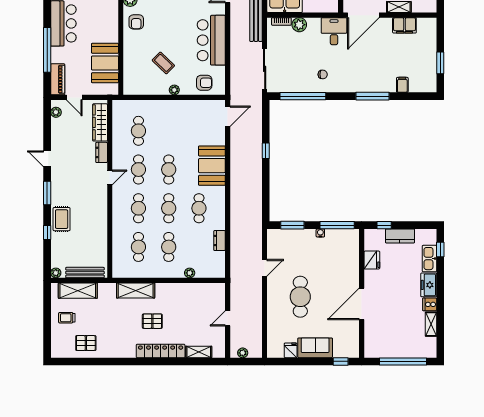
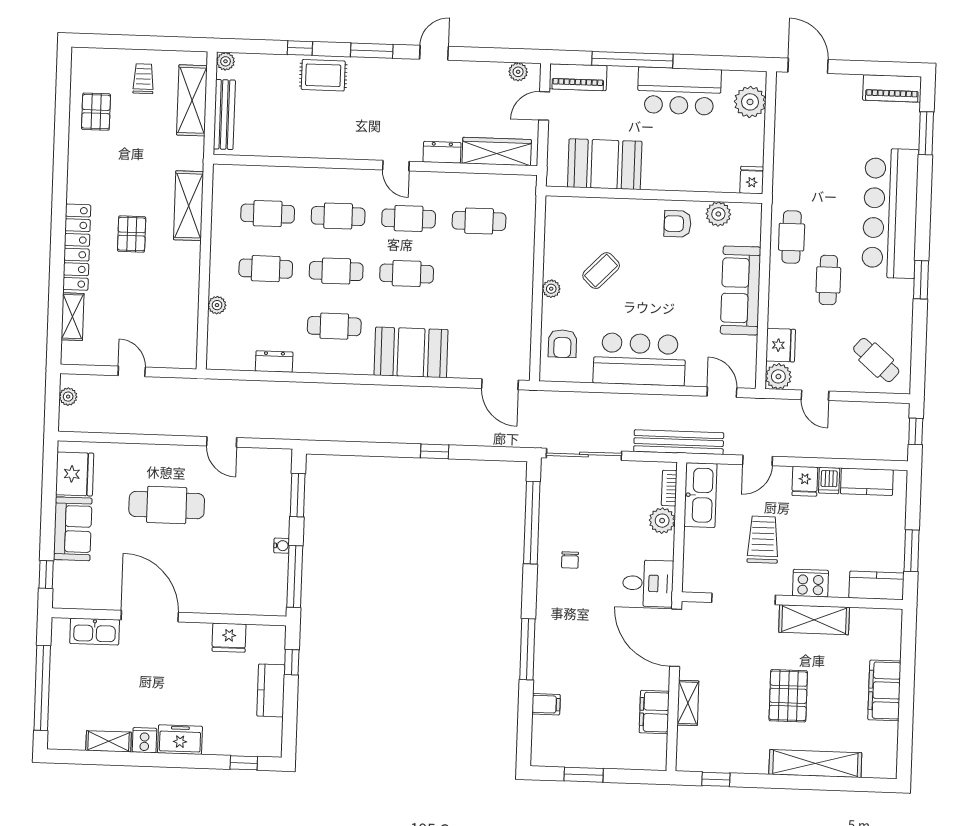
kitchen sink: (429, 259) -> (95, 632), moved, turned 180
fridge: (291, 350) -> (75, 474), width x1.88, depth x1.34

